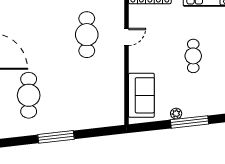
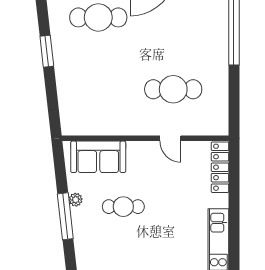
cafe table: (193, 56) -> (123, 207), moved
window: (56, 137) -> (47, 51), width x0.69

